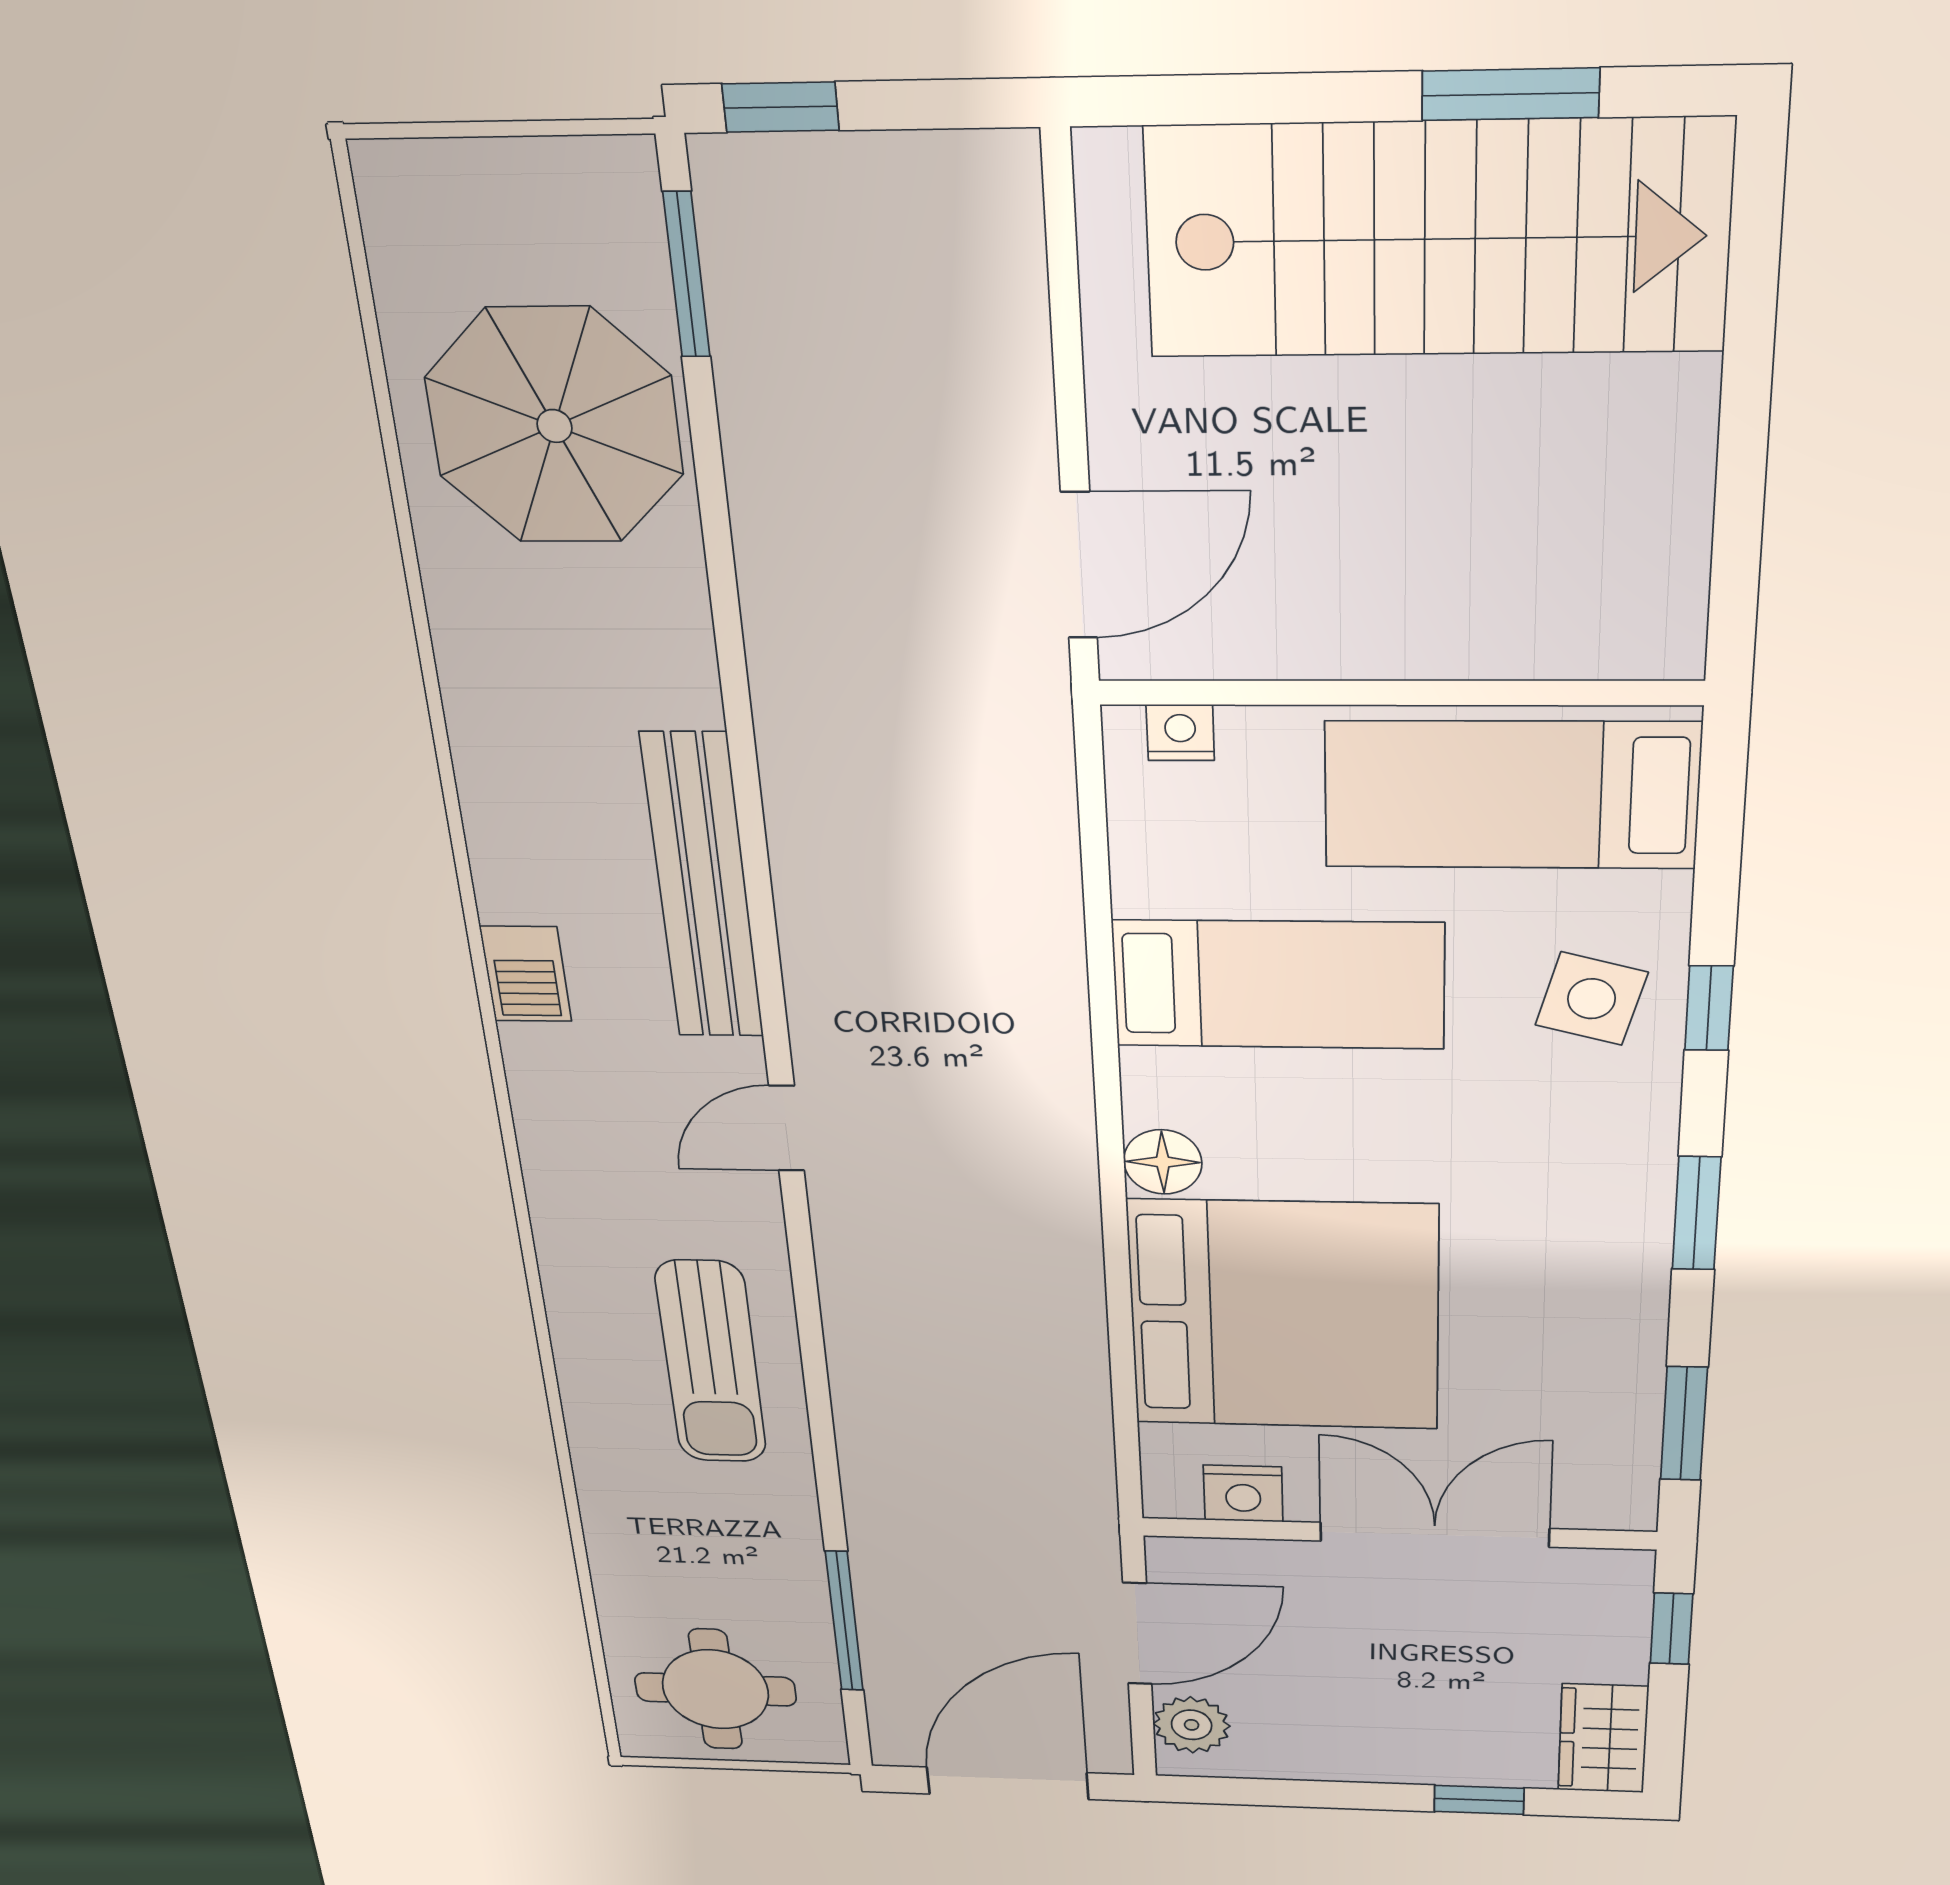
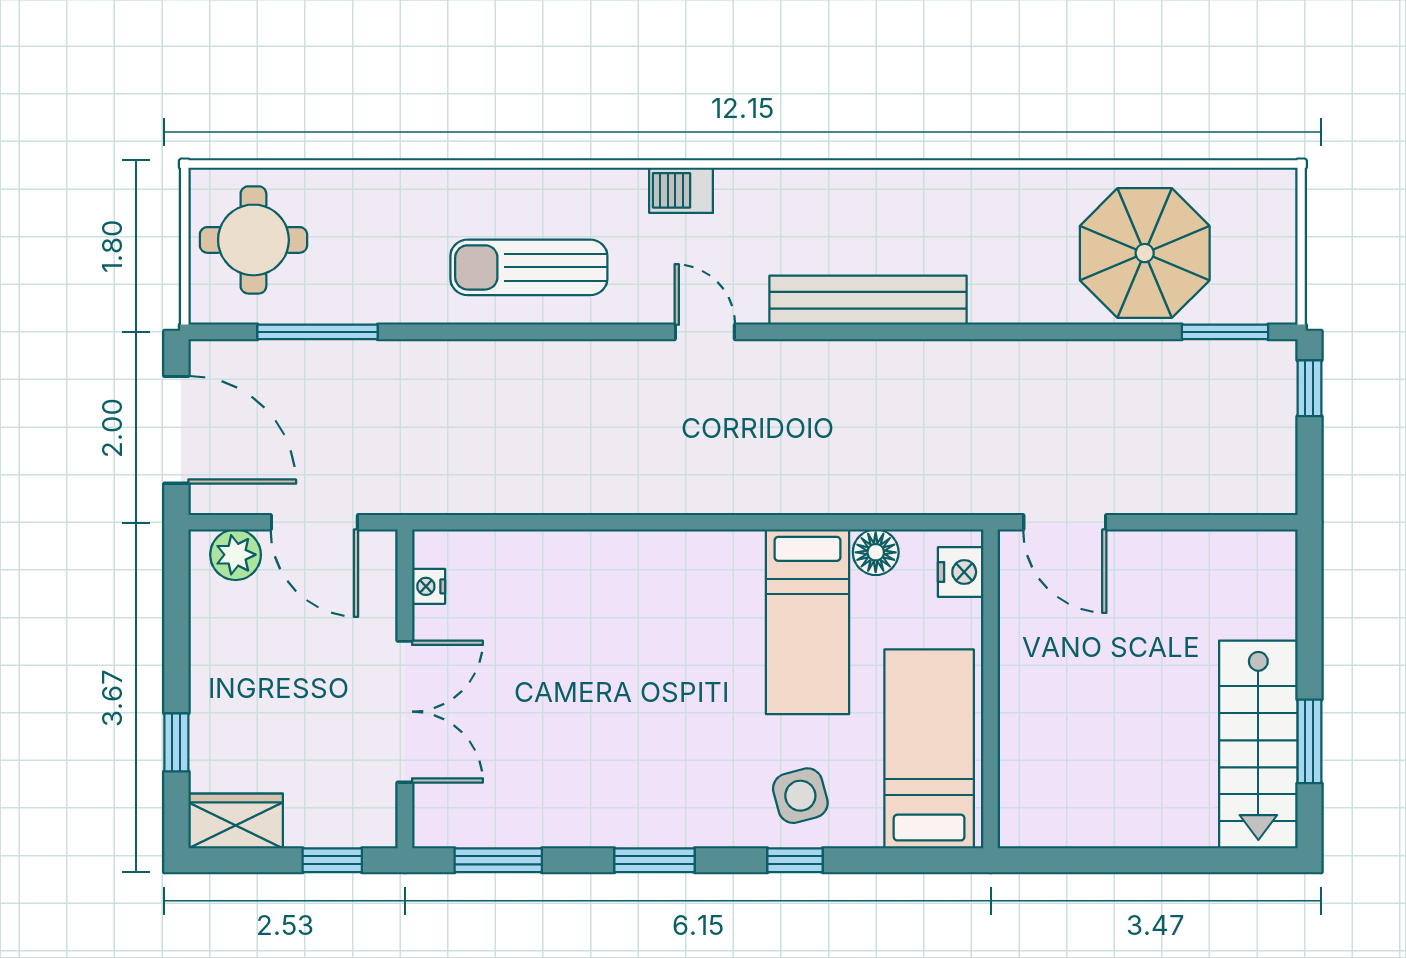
stairs: (1436, 239) -> (1258, 744), width x0.73, depth x0.66
nightstand: (1180, 733) -> (961, 572), width x1.39, depth x1.35
barbecue: (526, 974) -> (681, 190), moved
side table: (1592, 999) -> (800, 796), turned -30
floor lamp: (1163, 1162) -> (876, 552), moved
bed: (1284, 1316) -> (574, 621), removed
nightstand: (1243, 1494) -> (429, 586), width x0.72, depth x0.74

